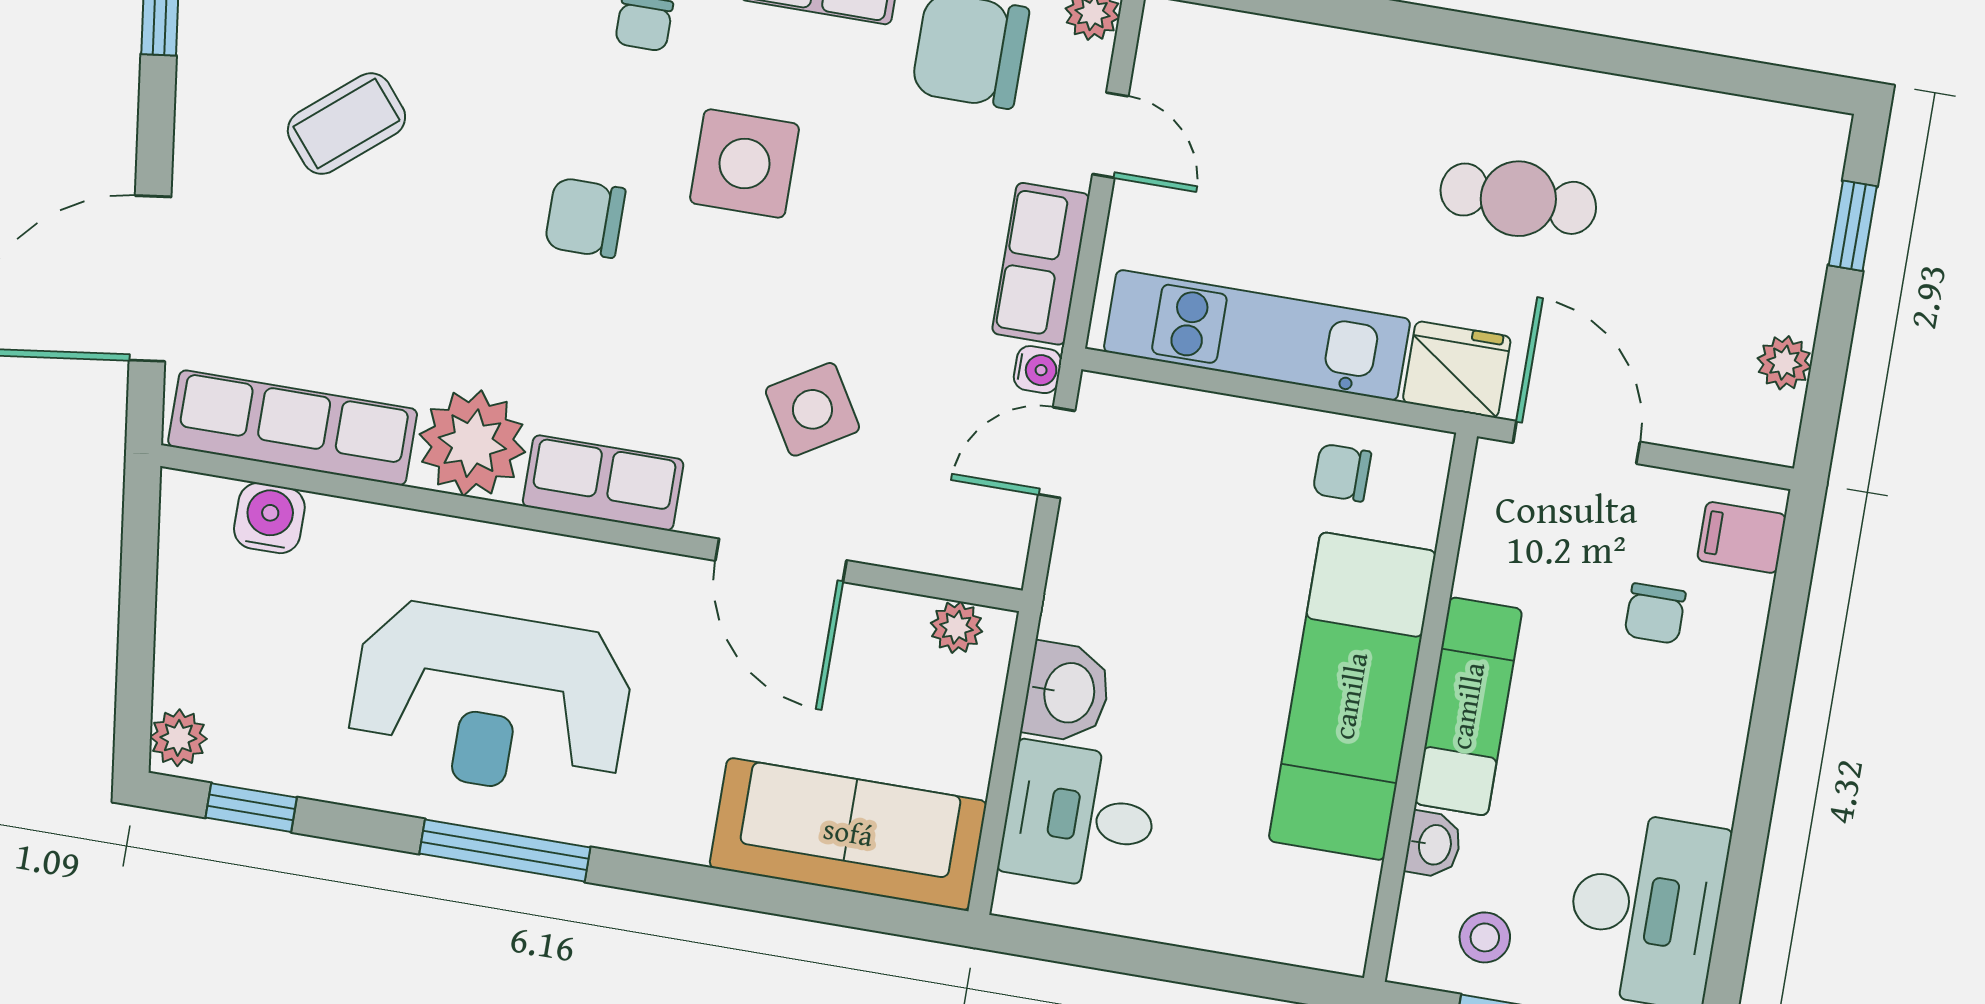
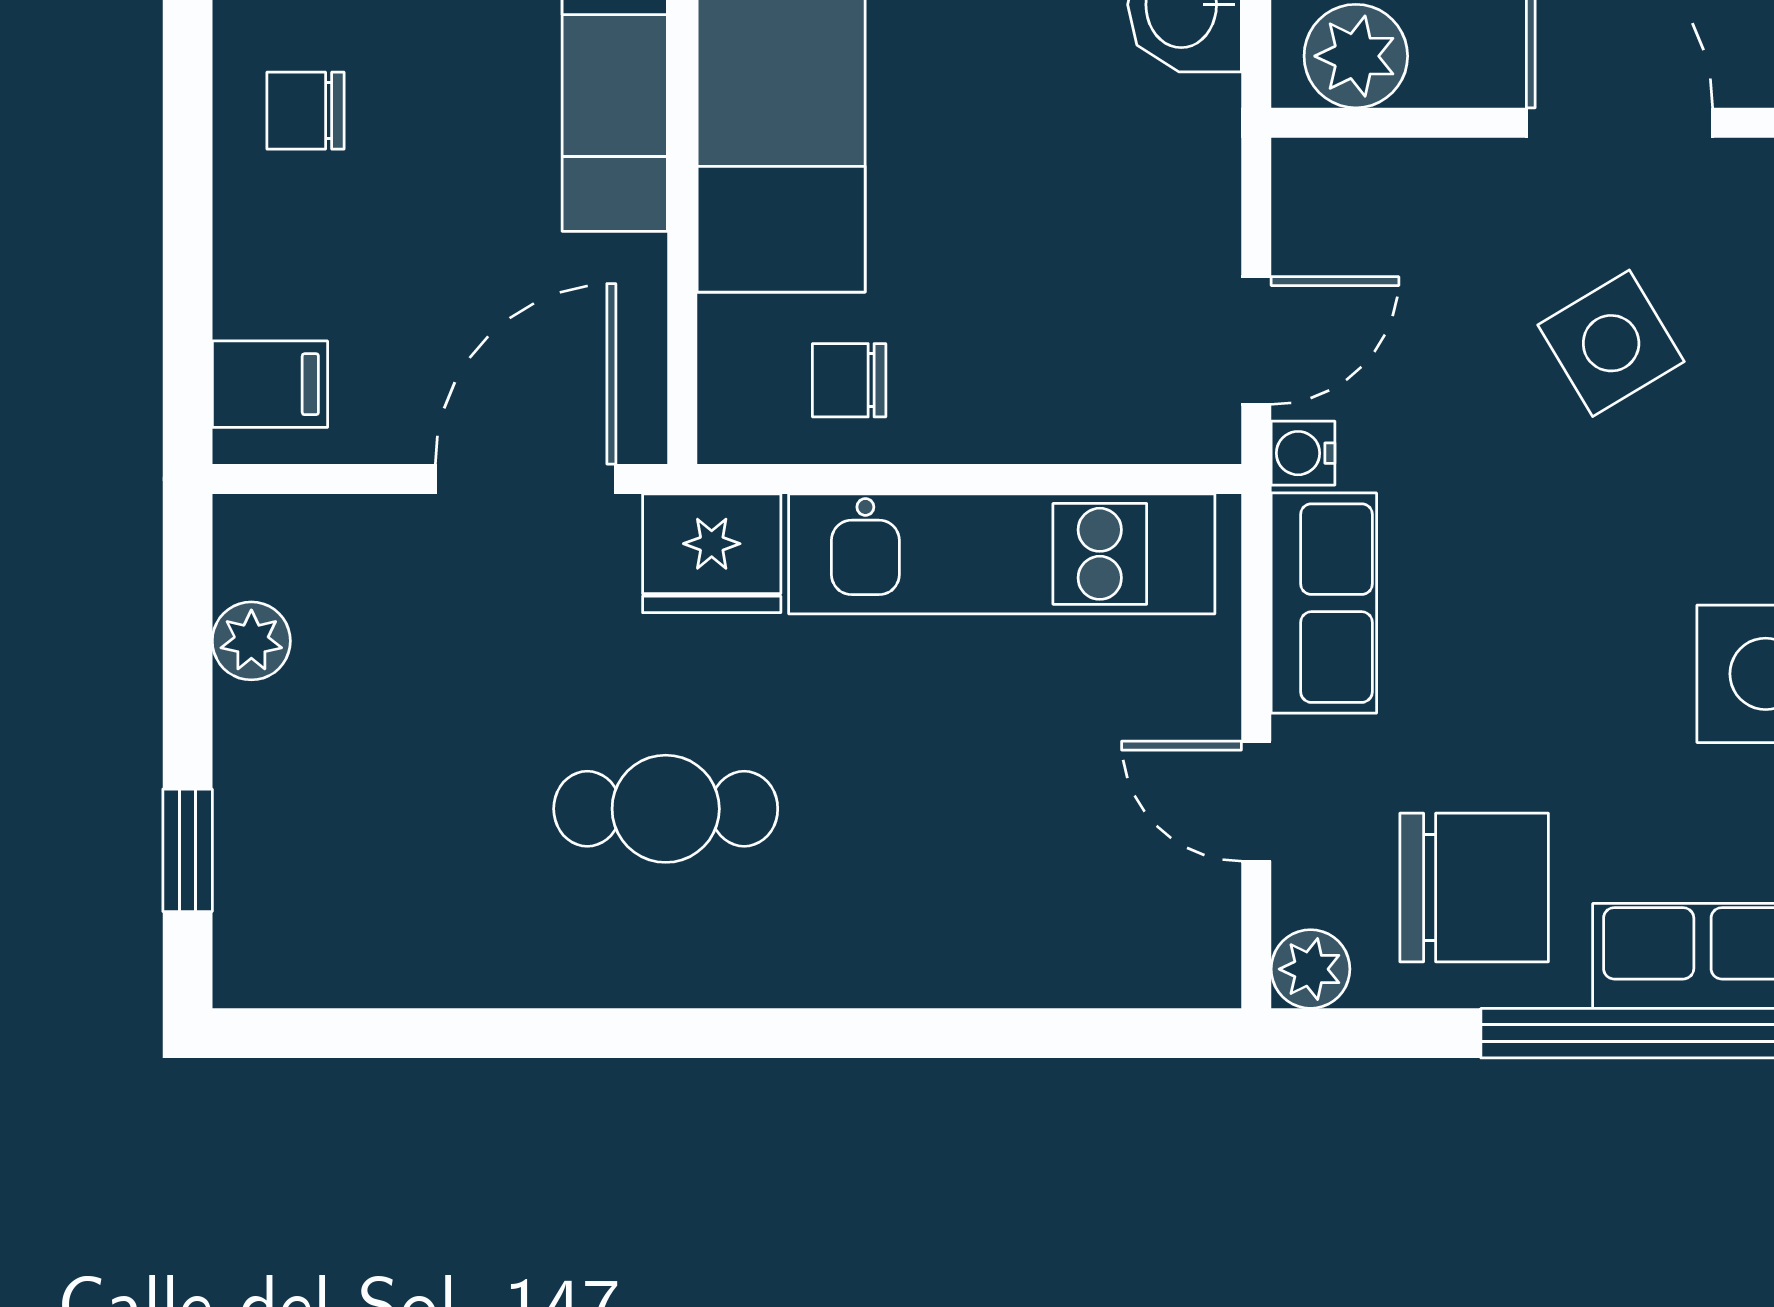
door: (1576, 442) -> (526, 479), swing flipped
chair: (1342, 473) -> (849, 380), turned 180
chair: (1655, 614) -> (305, 111), moved, turned -90
plant: (957, 627) -> (1356, 56), width x1.38, depth x1.38

